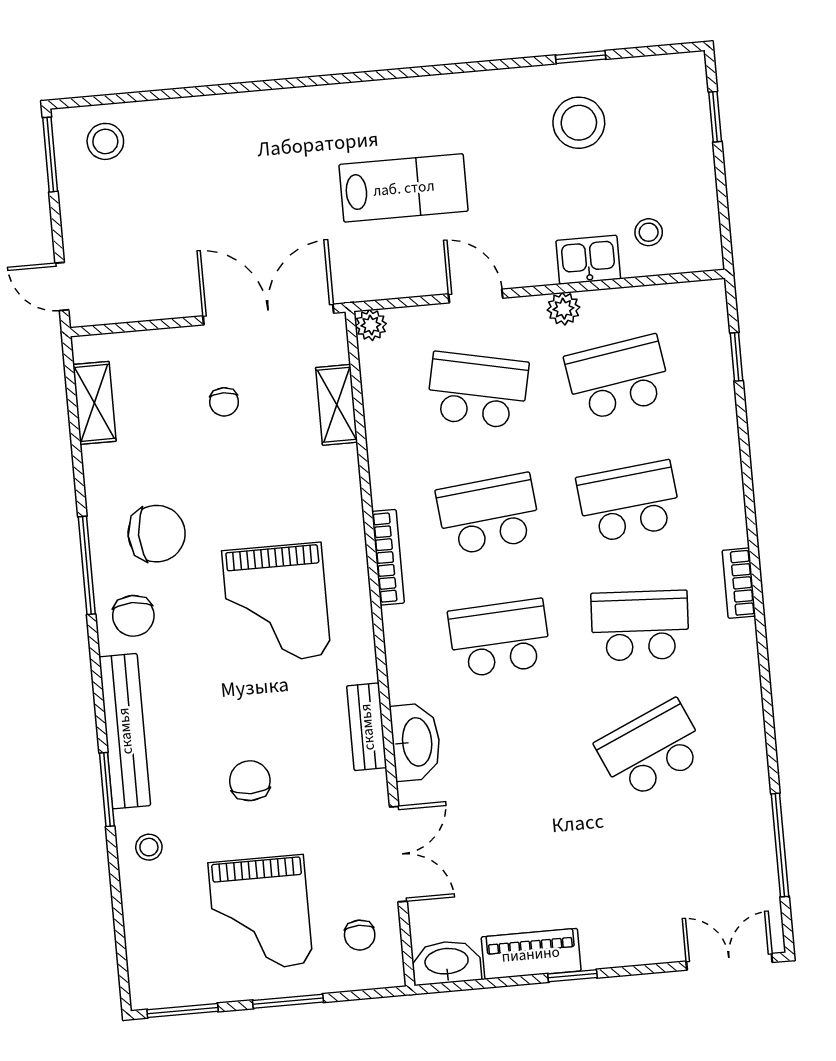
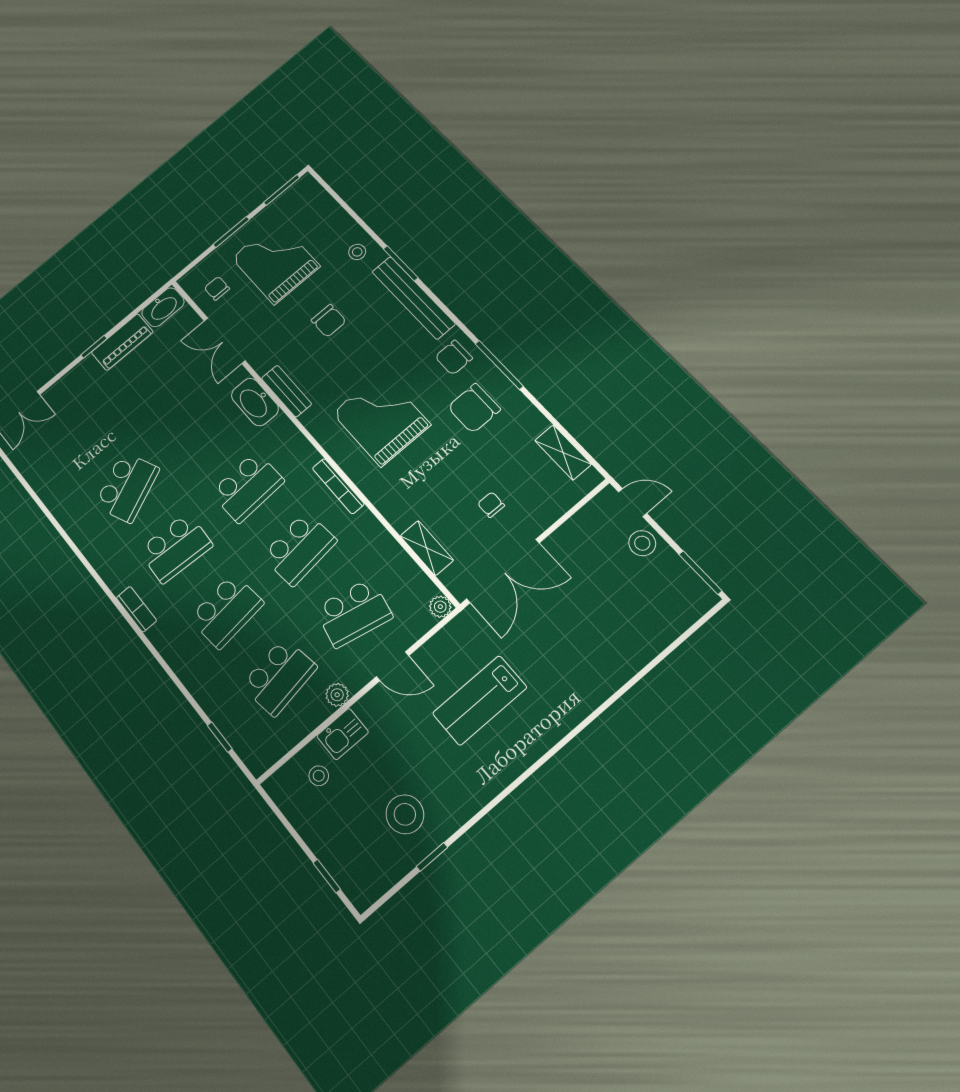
stool: (105, 141) -> (642, 543), moved
chair: (133, 616) -> (454, 358), turned -90
window: (780, 845) -> (27, 487), removed

